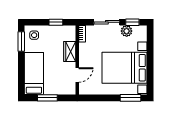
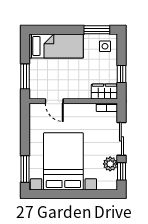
wardrobe: (70, 52) -> (104, 92), moved
window: (47, 98) -> (25, 76), moved

